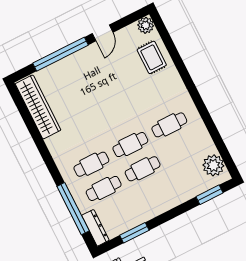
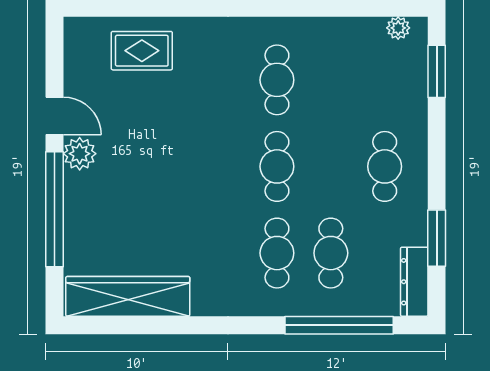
plant: (146, 25) -> (80, 154), moved
plant: (213, 165) -> (398, 28), width x0.53, depth x0.53
cafe table: (143, 169) -> (385, 166), moved
dresser: (95, 228) -> (414, 282), moved, turned -90

